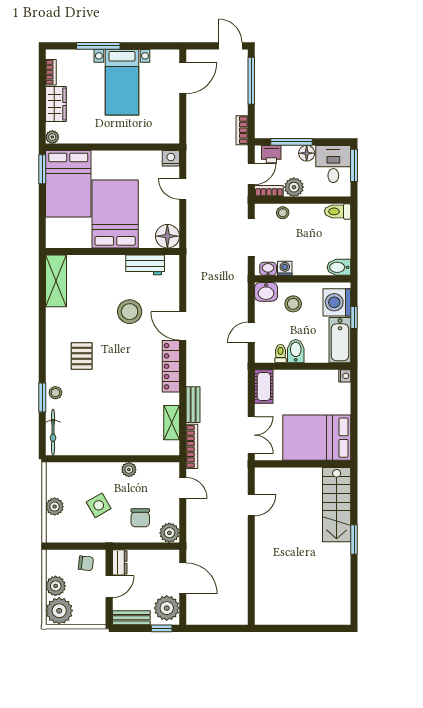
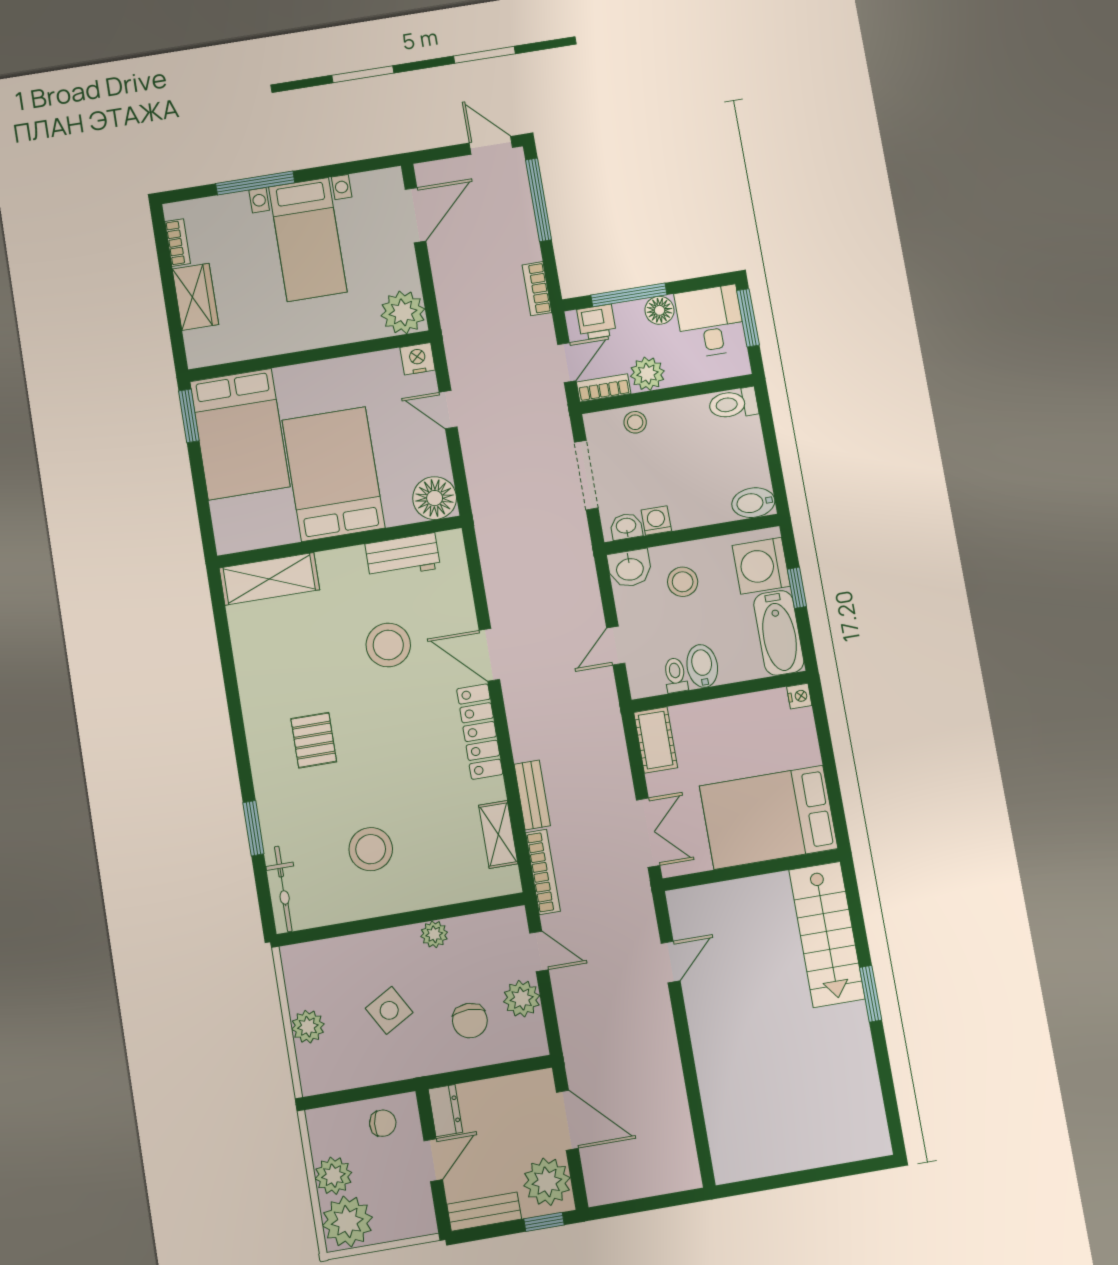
plant: (52, 137) -> (403, 312), moved, width x1.88, depth x1.88
shelving: (56, 281) -> (269, 579), moved, turned 90
stool: (55, 393) -> (371, 849), moved, width x1.89, depth x1.89
plant: (169, 533) -> (522, 999), moved

